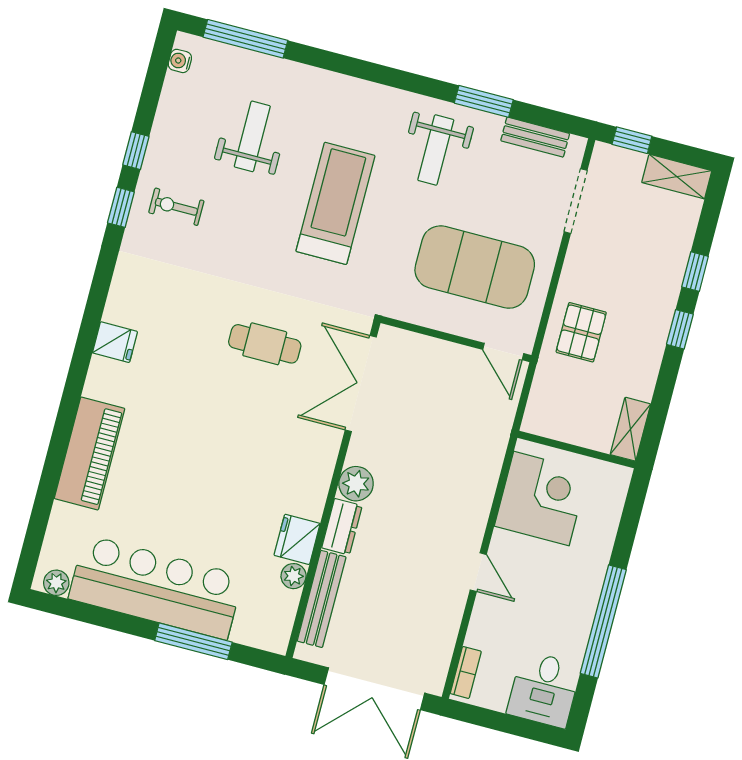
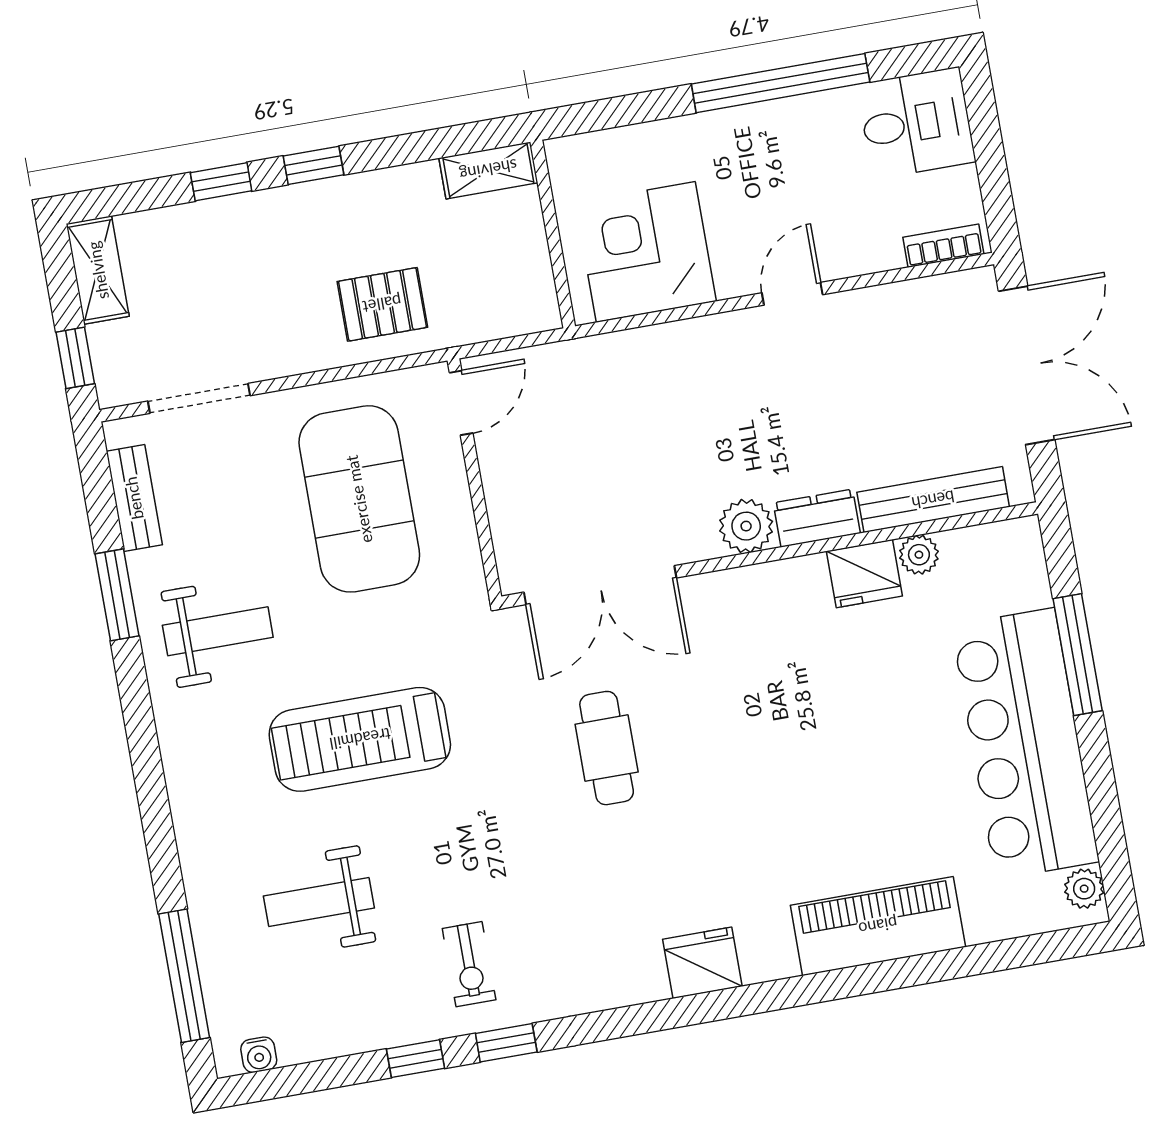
fridge: (115, 342) -> (702, 963), width x1.38

